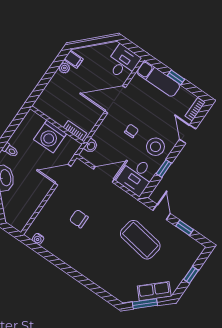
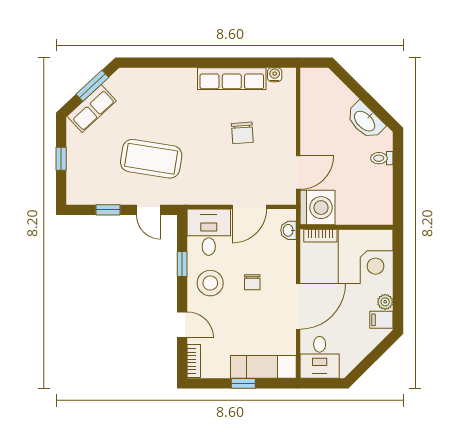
corner desk: (58, 101) -> (366, 256), added
washing machine: (50, 137) -> (318, 208), moved, turned 90
chair: (79, 219) -> (242, 133), turned 86
row of seats: (64, 253) -> (232, 79), added

